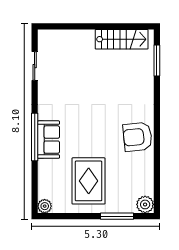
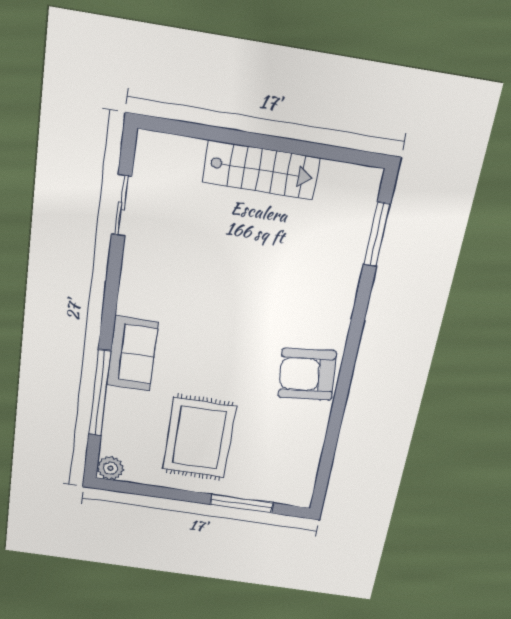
stairs: (122, 39) -> (261, 170), moved
window: (35, 137) -> (100, 393), moved
plant: (145, 204) -> (297, 492), removed

